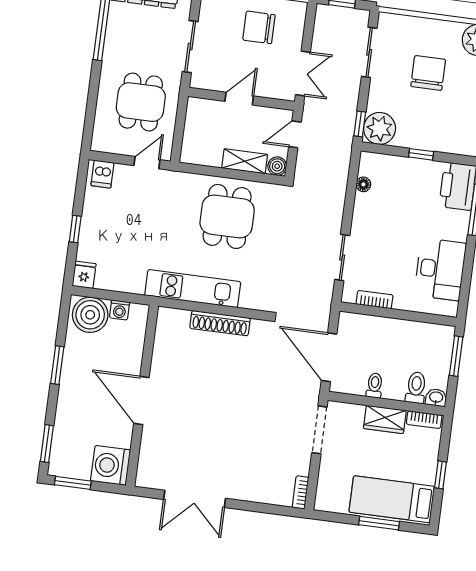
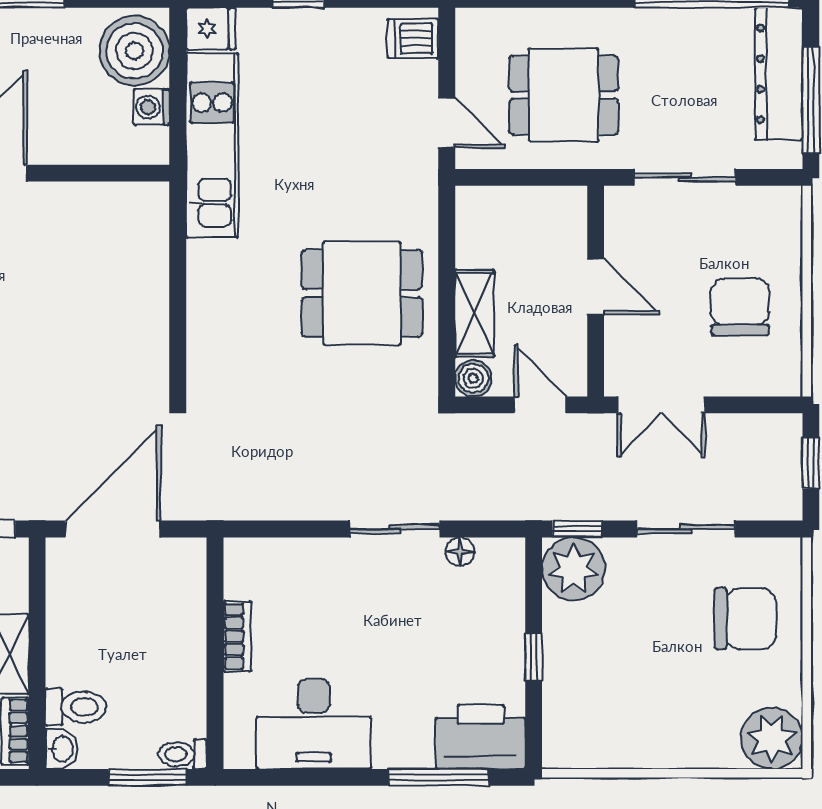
sliding door: (369, 52) -> (686, 529), moved
chair: (428, 73) -> (745, 619), moved
sliding door: (342, 258) -> (394, 529), moved
kitchen unit: (193, 289) -> (212, 145), moved
bookcase: (374, 300) -> (237, 636), moved
shoe rack: (220, 323) -> (152, 307), removed
toilet: (375, 385) -> (183, 754), moved, turned 180

